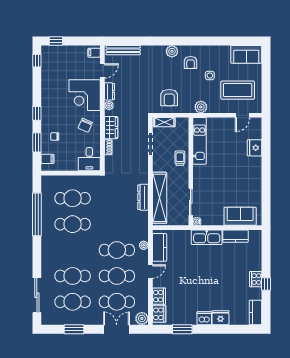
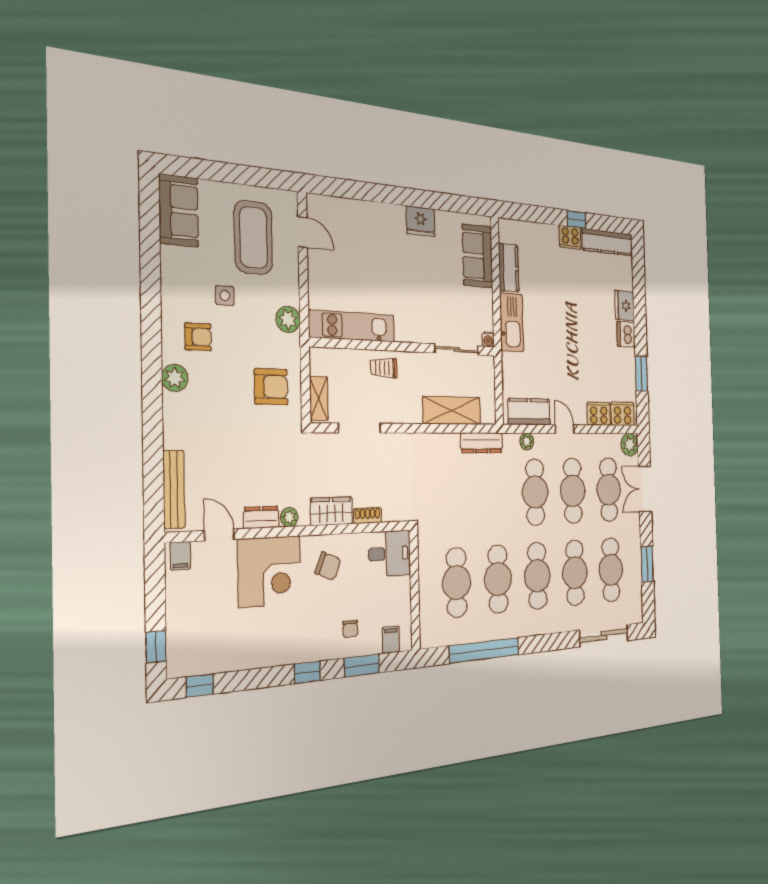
fridge: (255, 148) -> (421, 221), moved
dresser: (143, 197) -> (481, 443), moved
shelving: (160, 198) -> (452, 410), width x0.68
cafe table: (73, 250) -> (537, 576), added
kitchen counter: (255, 312) -> (608, 242), width x1.50

